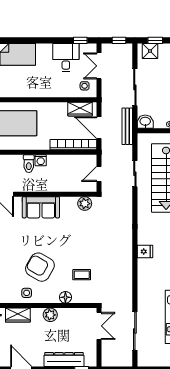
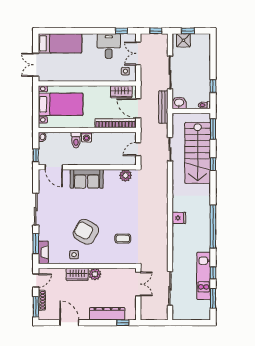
floor lamp: (65, 297) -> (108, 259), removed
wardrobe: (18, 315) -> (77, 274), moved

